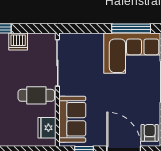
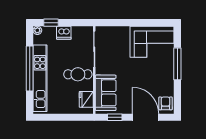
window: (131, 28) -> (151, 23), removed

